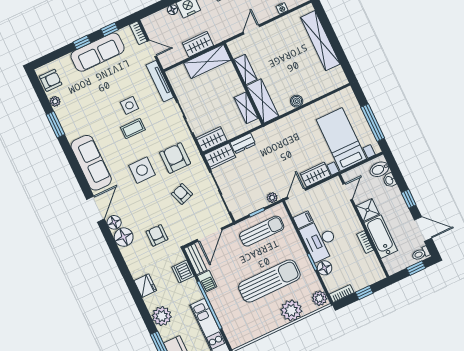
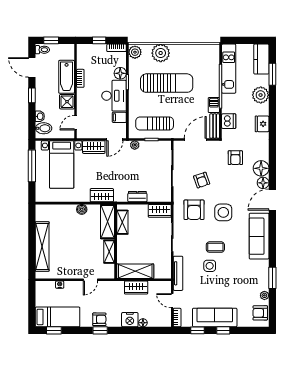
wardrobe: (220, 156) -> (102, 195), moved
sun lounger: (269, 281) -> (167, 83), turned 180

